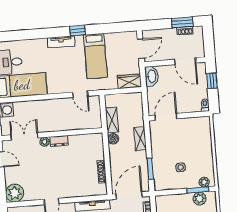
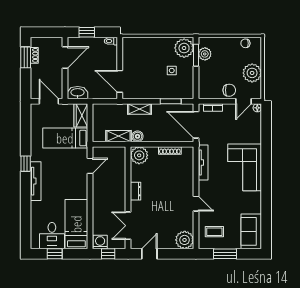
tv unit: (61, 42) -> (36, 181), width x1.41
bed: (96, 56) -> (65, 138), moved, turned 180
plant: (45, 142) -> (139, 155), moved, width x1.87, depth x1.87
plant: (204, 182) -> (184, 48), width x1.88, depth x1.88

